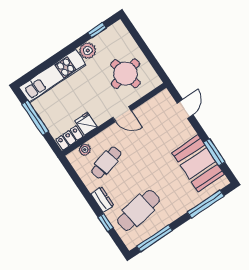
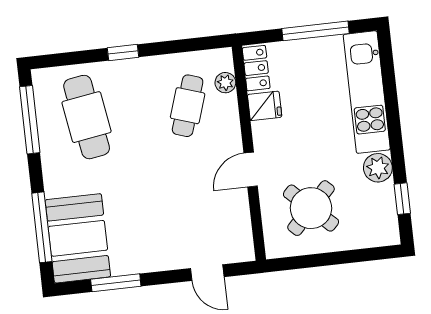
round table: (125, 74) -> (311, 208), turned -33
cafe table: (106, 163) -> (188, 106), turned 33
booth: (198, 163) -> (78, 238), moved, turned 90
dresser: (102, 200) -> (133, 69), removed
window: (106, 222) -> (123, 53), moved

